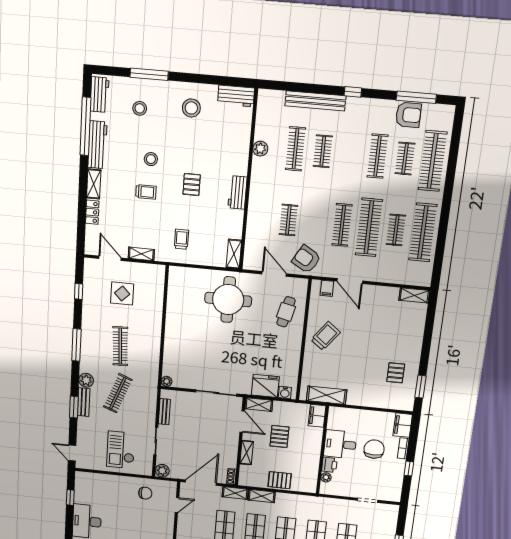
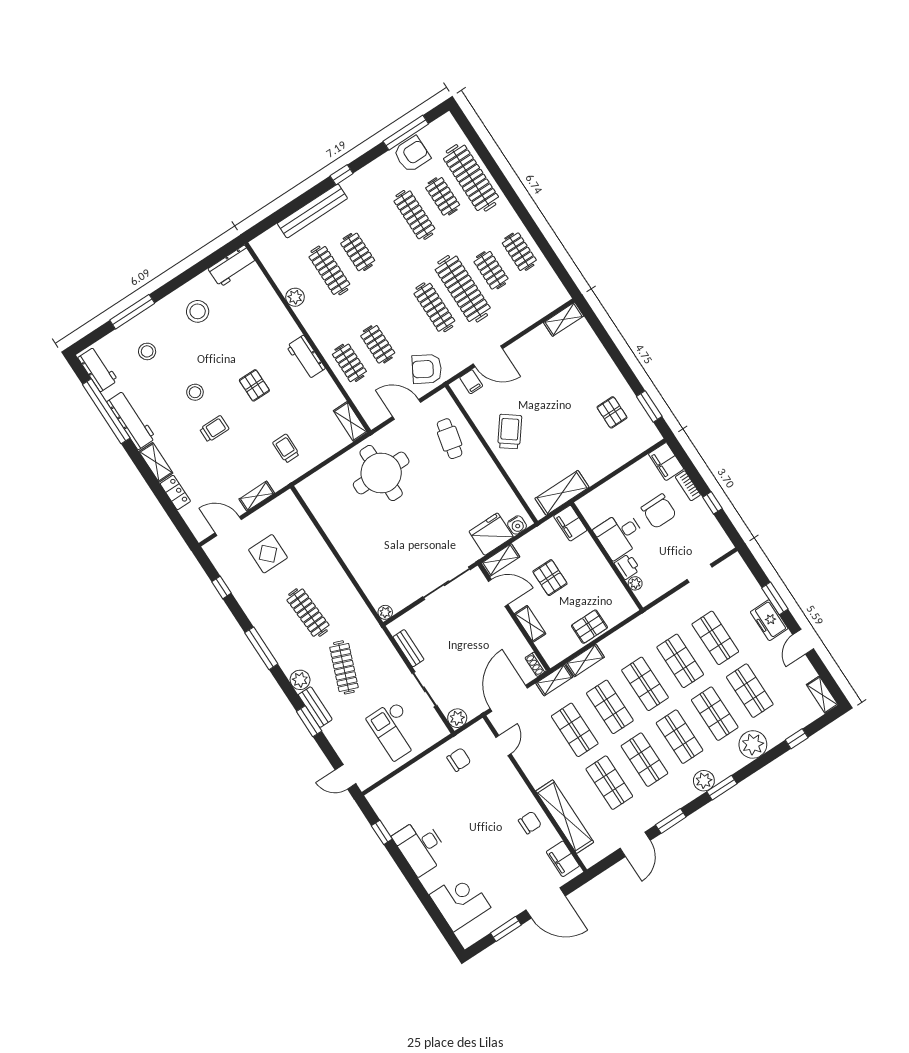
clothes rail: (262, 218) -> (349, 363), added
clothes rail: (423, 232) -> (519, 252), width x0.54, depth x0.76
chair: (374, 449) -> (659, 511), turned 180

